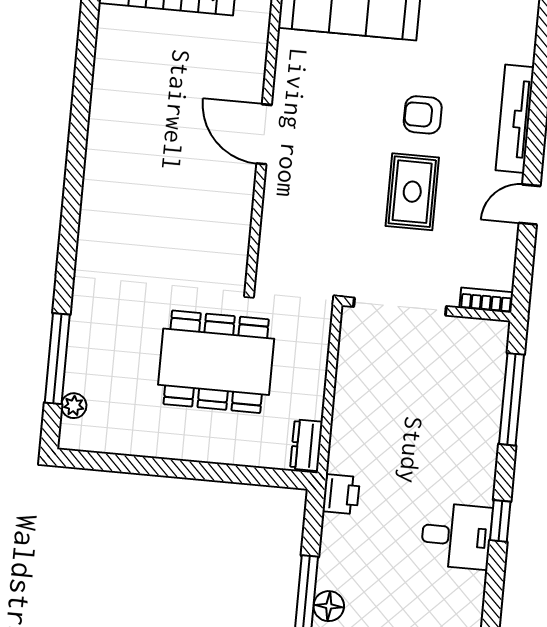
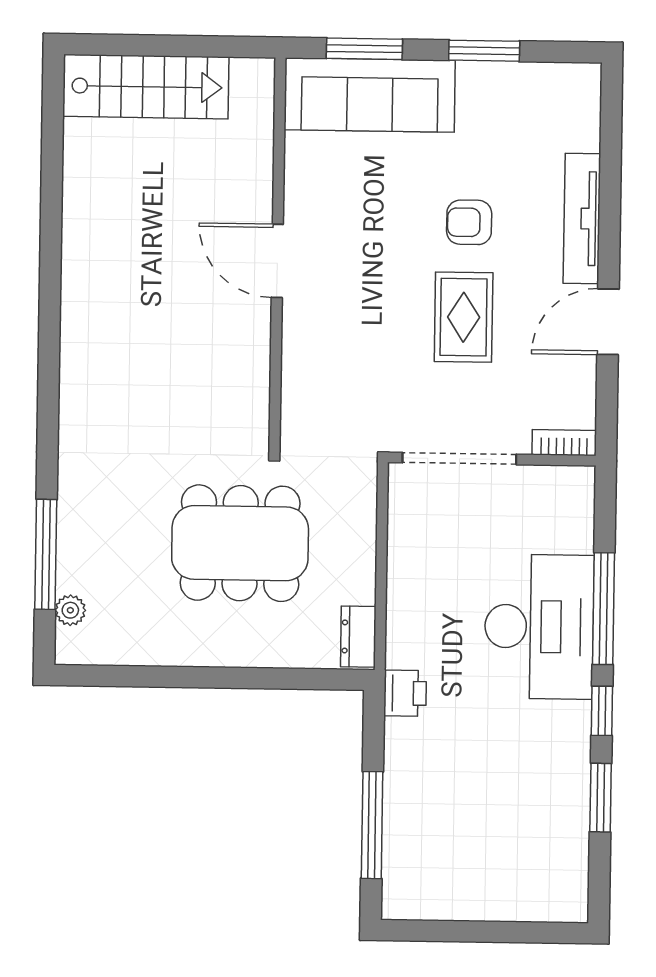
door: (530, 204) -> (608, 322), width x1.38
window: (512, 399) -> (604, 609), moved
desk: (457, 536) -> (539, 627), moved, width x1.87, depth x1.30
window: (494, 591) -> (601, 798), added
floor lamp: (329, 606) -> (401, 831), removed

